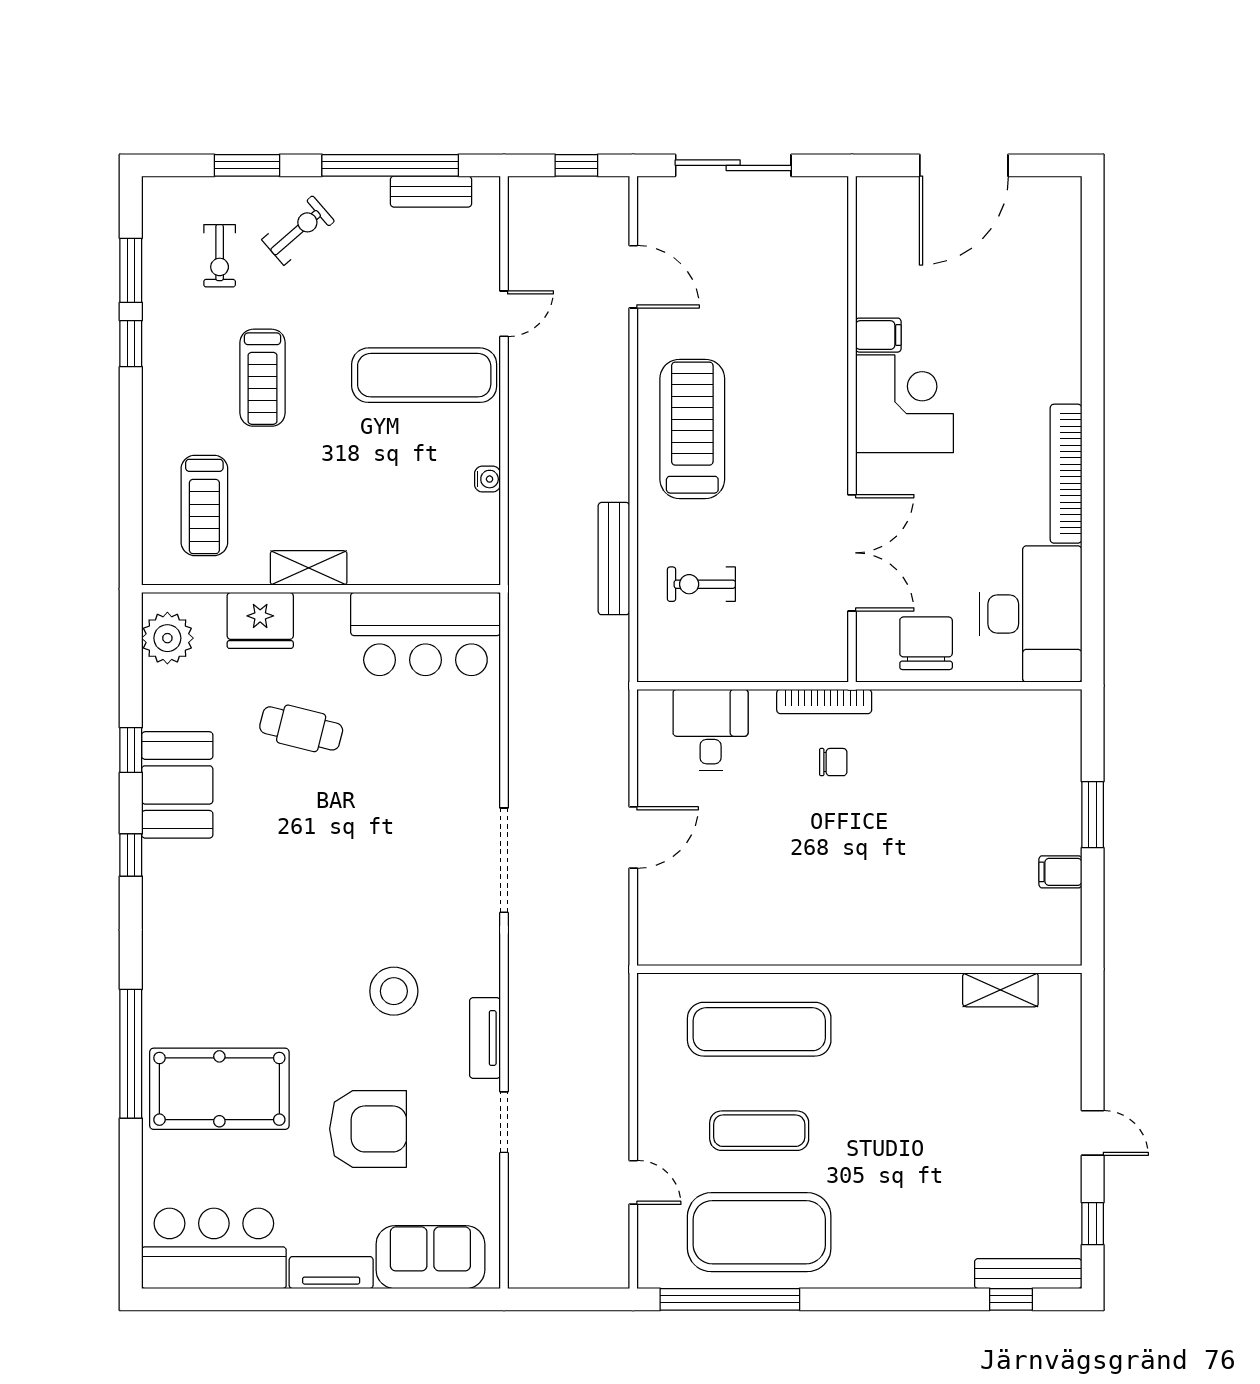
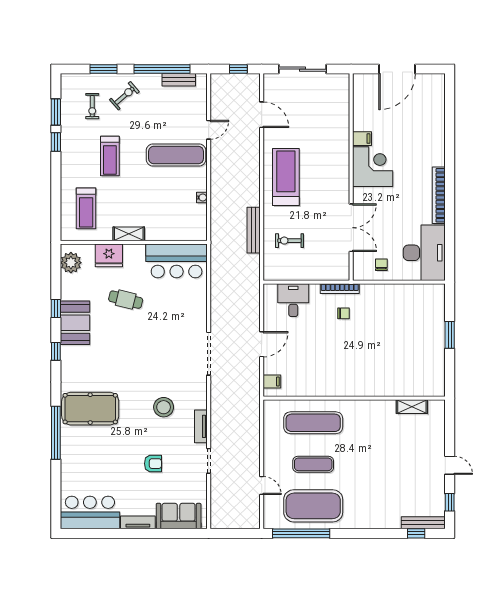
chair: (926, 643) -> (381, 265), width x0.54, depth x0.54
filing cabinet: (1060, 872) -> (272, 382), moved, turned 180
pool table: (219, 1089) -> (90, 409), moved
armchair: (368, 1129) -> (153, 464), width x0.53, depth x0.53

